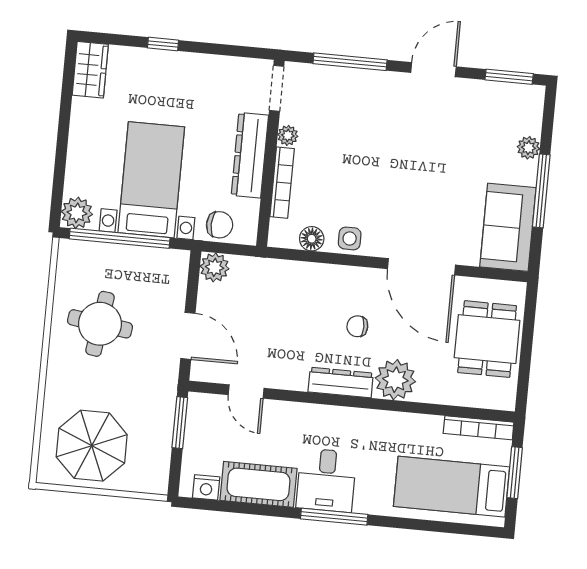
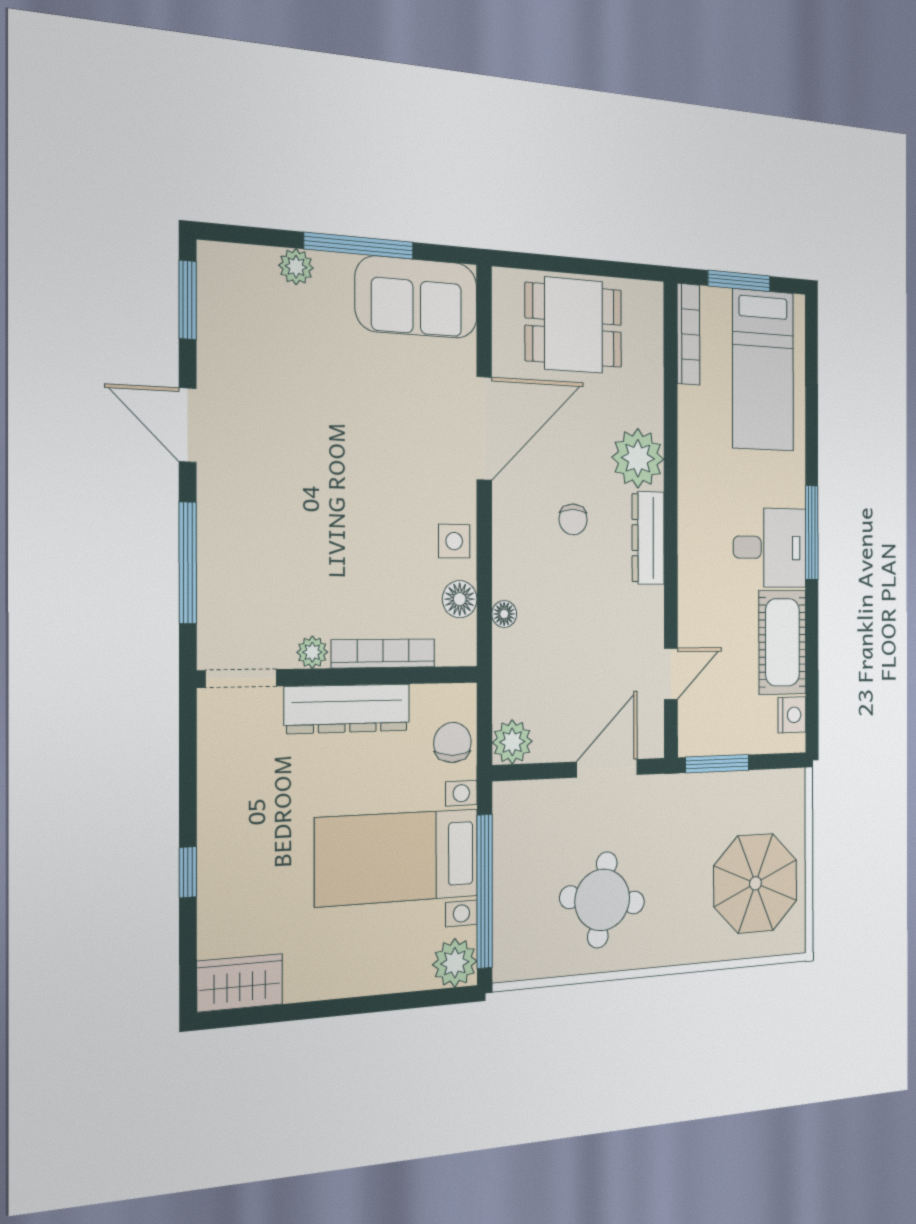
floor lamp: (299, 270) -> (504, 614), added

